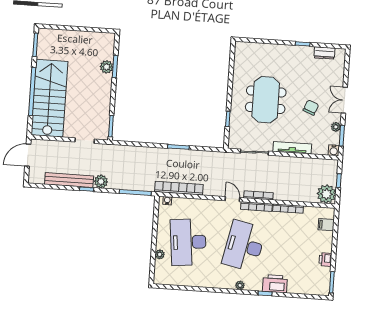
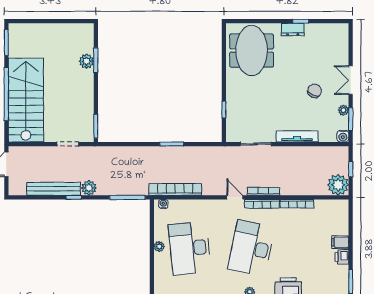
dresser: (324, 53) -> (293, 30), moved
meeting table: (266, 100) -> (252, 51), moved
filing cabinet: (326, 225) -> (340, 242), moved
plant: (160, 254) -> (159, 246), moved

